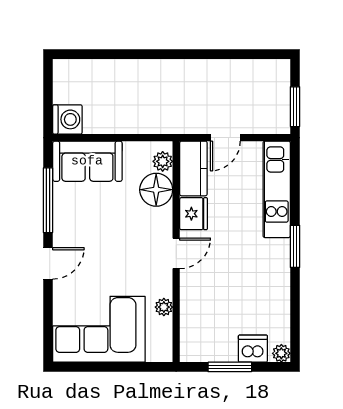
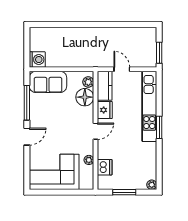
door: (225, 138) -> (122, 69), swing flipped
kitchen unit: (277, 189) -> (149, 106), width x1.36
dishwasher: (253, 349) -> (105, 167), moved, turned 90

